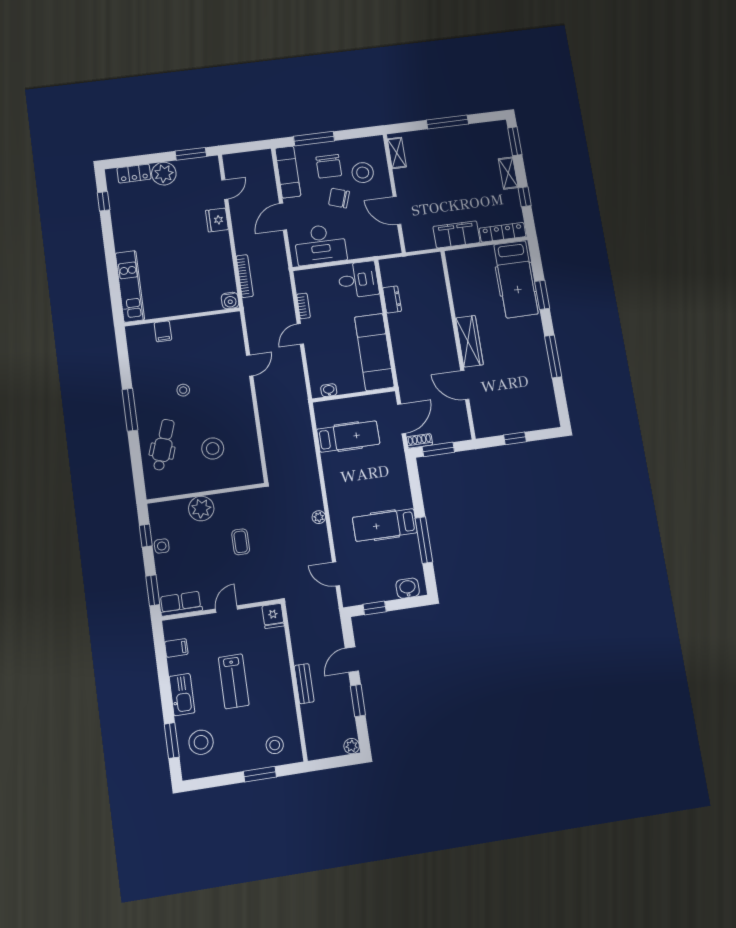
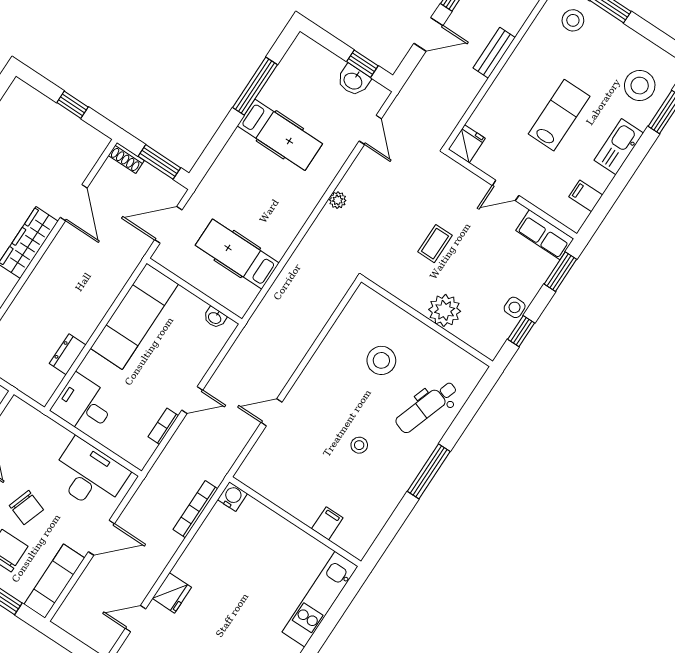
shoe rack: (419, 441) -> (126, 158), moved
washbasin: (408, 588) -> (353, 81), moved

